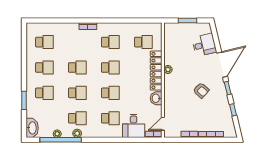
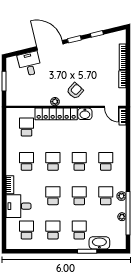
armchair: (201, 90) -> (75, 91), moved
desk: (134, 126) -> (19, 206), moved, turned 180
washbasin: (32, 128) -> (99, 243), moved

